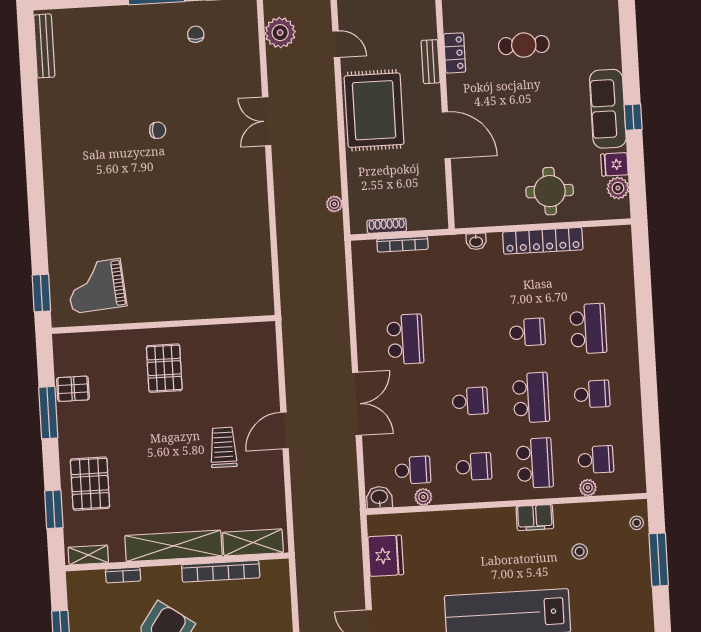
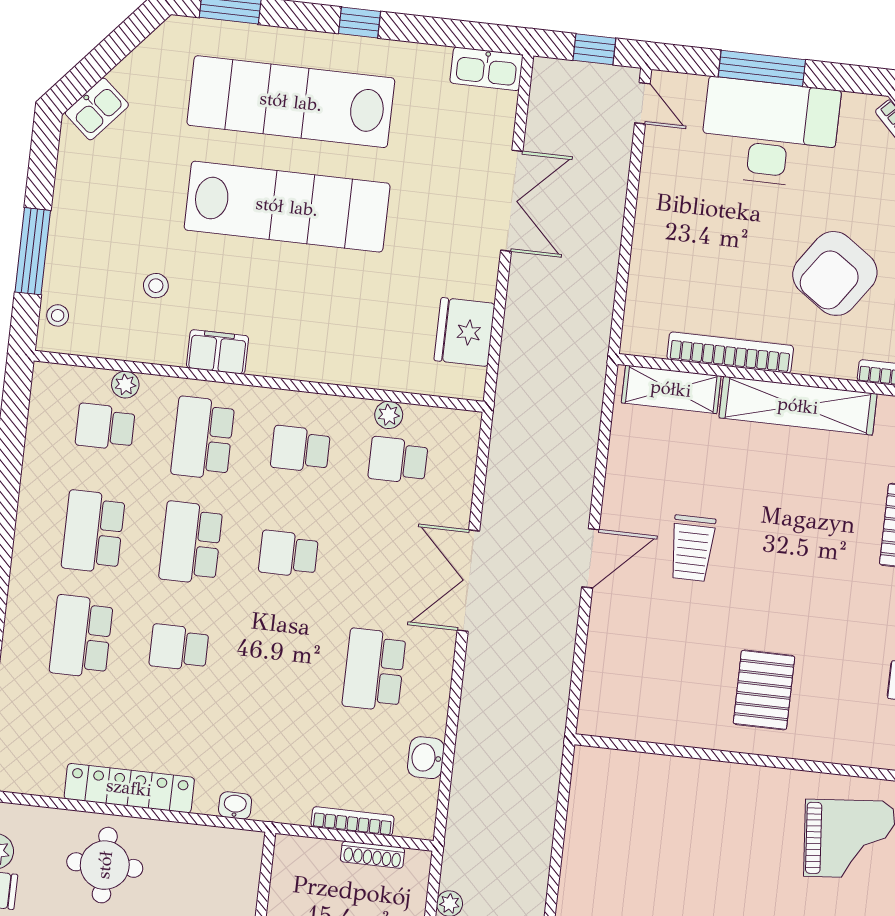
school desk: (592, 394) -> (93, 532), width x1.85
washbasin: (379, 497) -> (426, 758), moved, turned 90

